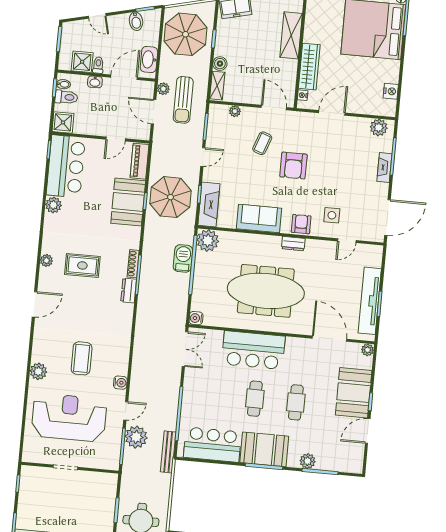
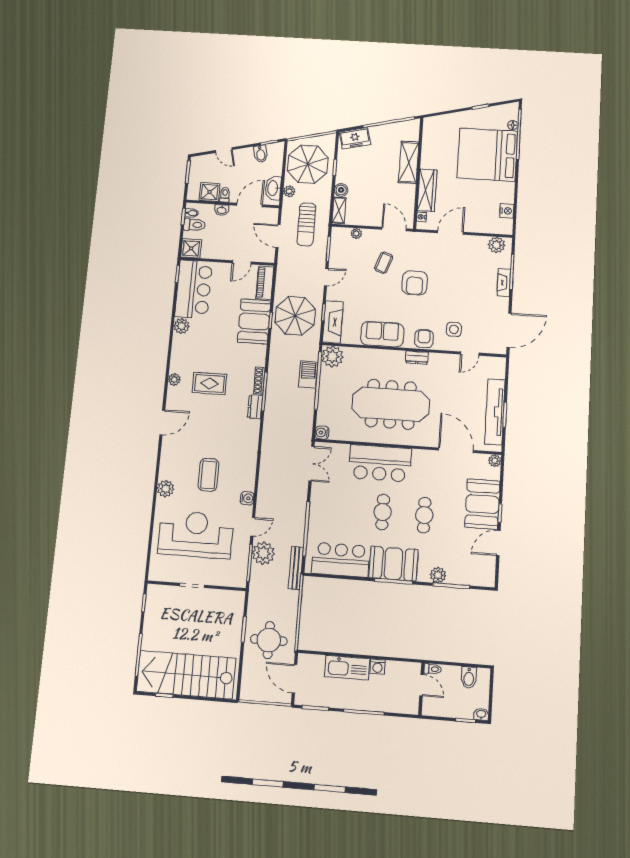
plant: (163, 89) -> (289, 191), moved

